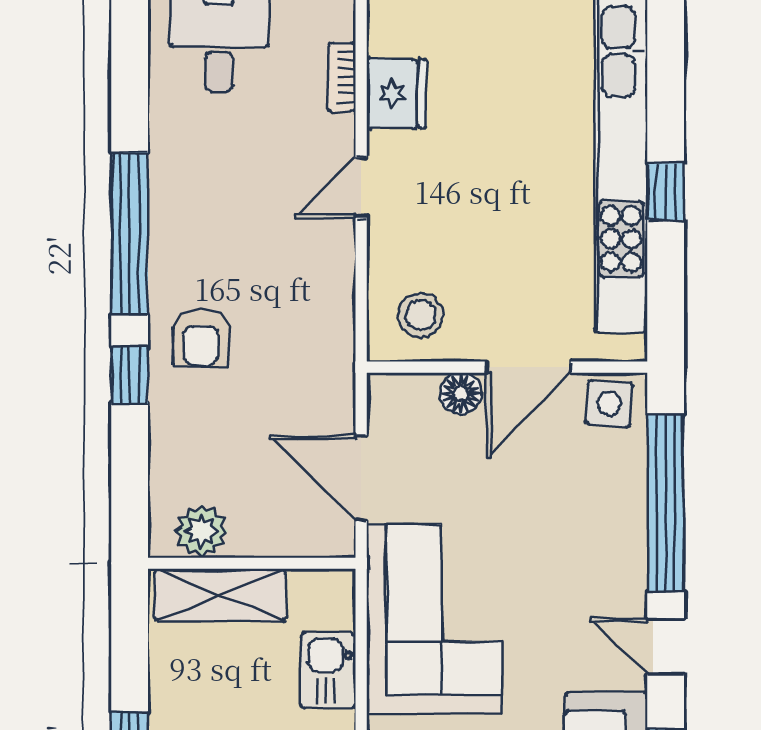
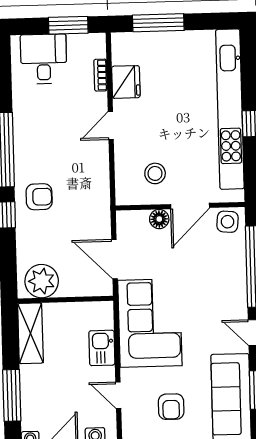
stool: (421, 315) -> (155, 173), moved
armchair: (201, 338) -> (39, 197), turned -90
plant: (201, 531) -> (42, 281), width x1.36, depth x1.36
shelving: (220, 595) -> (30, 333), moved, turned 90

